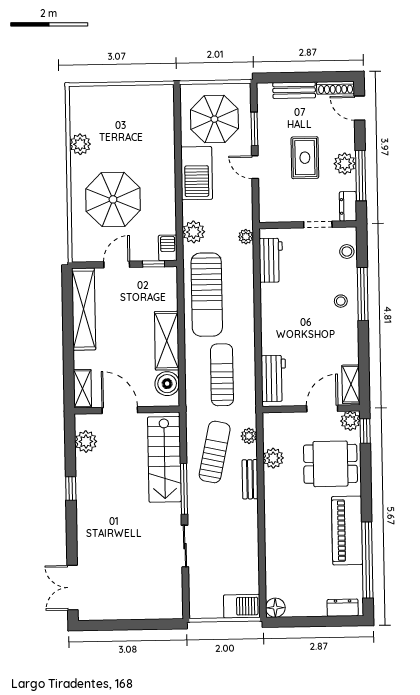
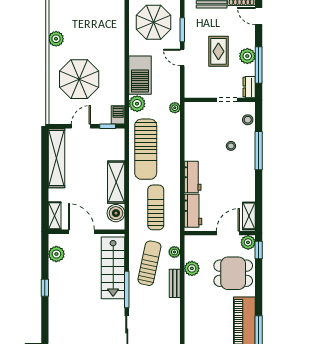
barbecue: (197, 173) -> (140, 75), moved
workbench: (271, 260) -> (193, 177), moved
stool: (341, 301) -> (231, 146), moved

